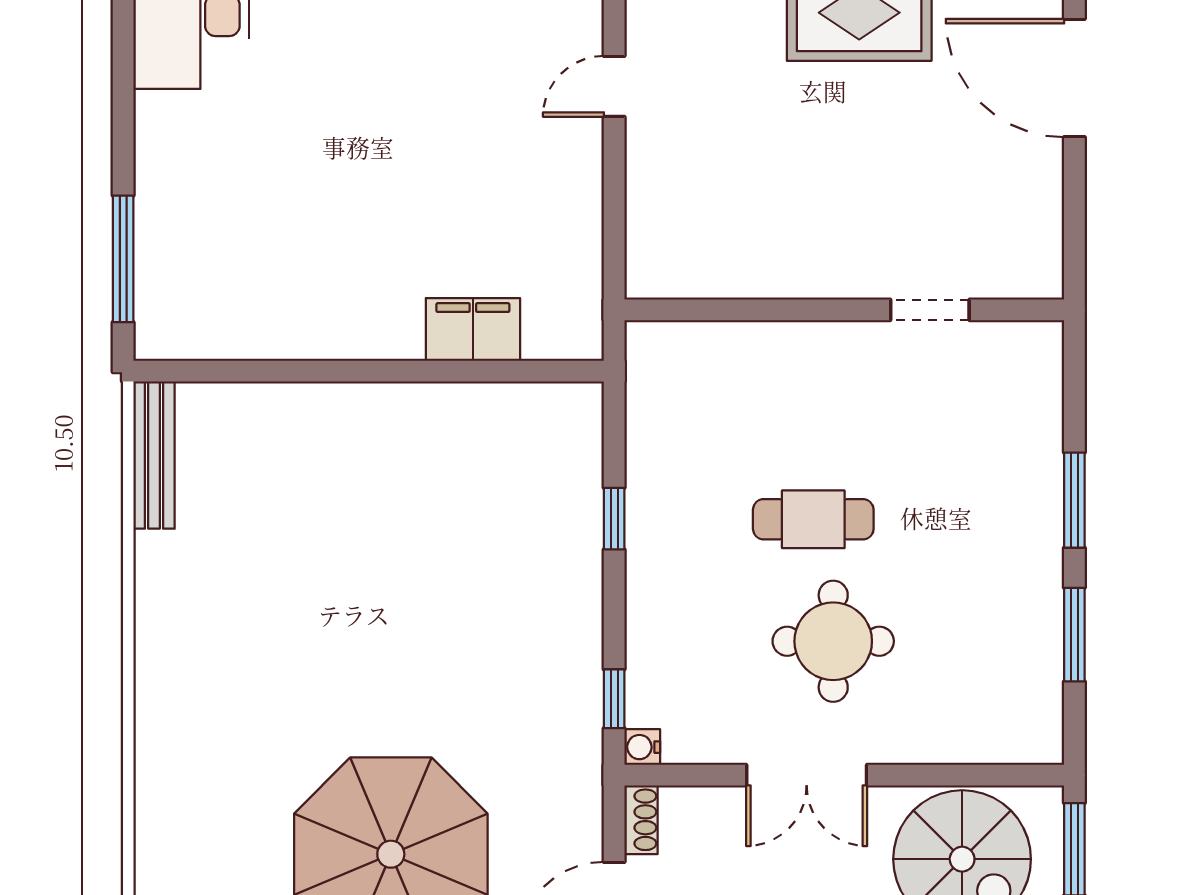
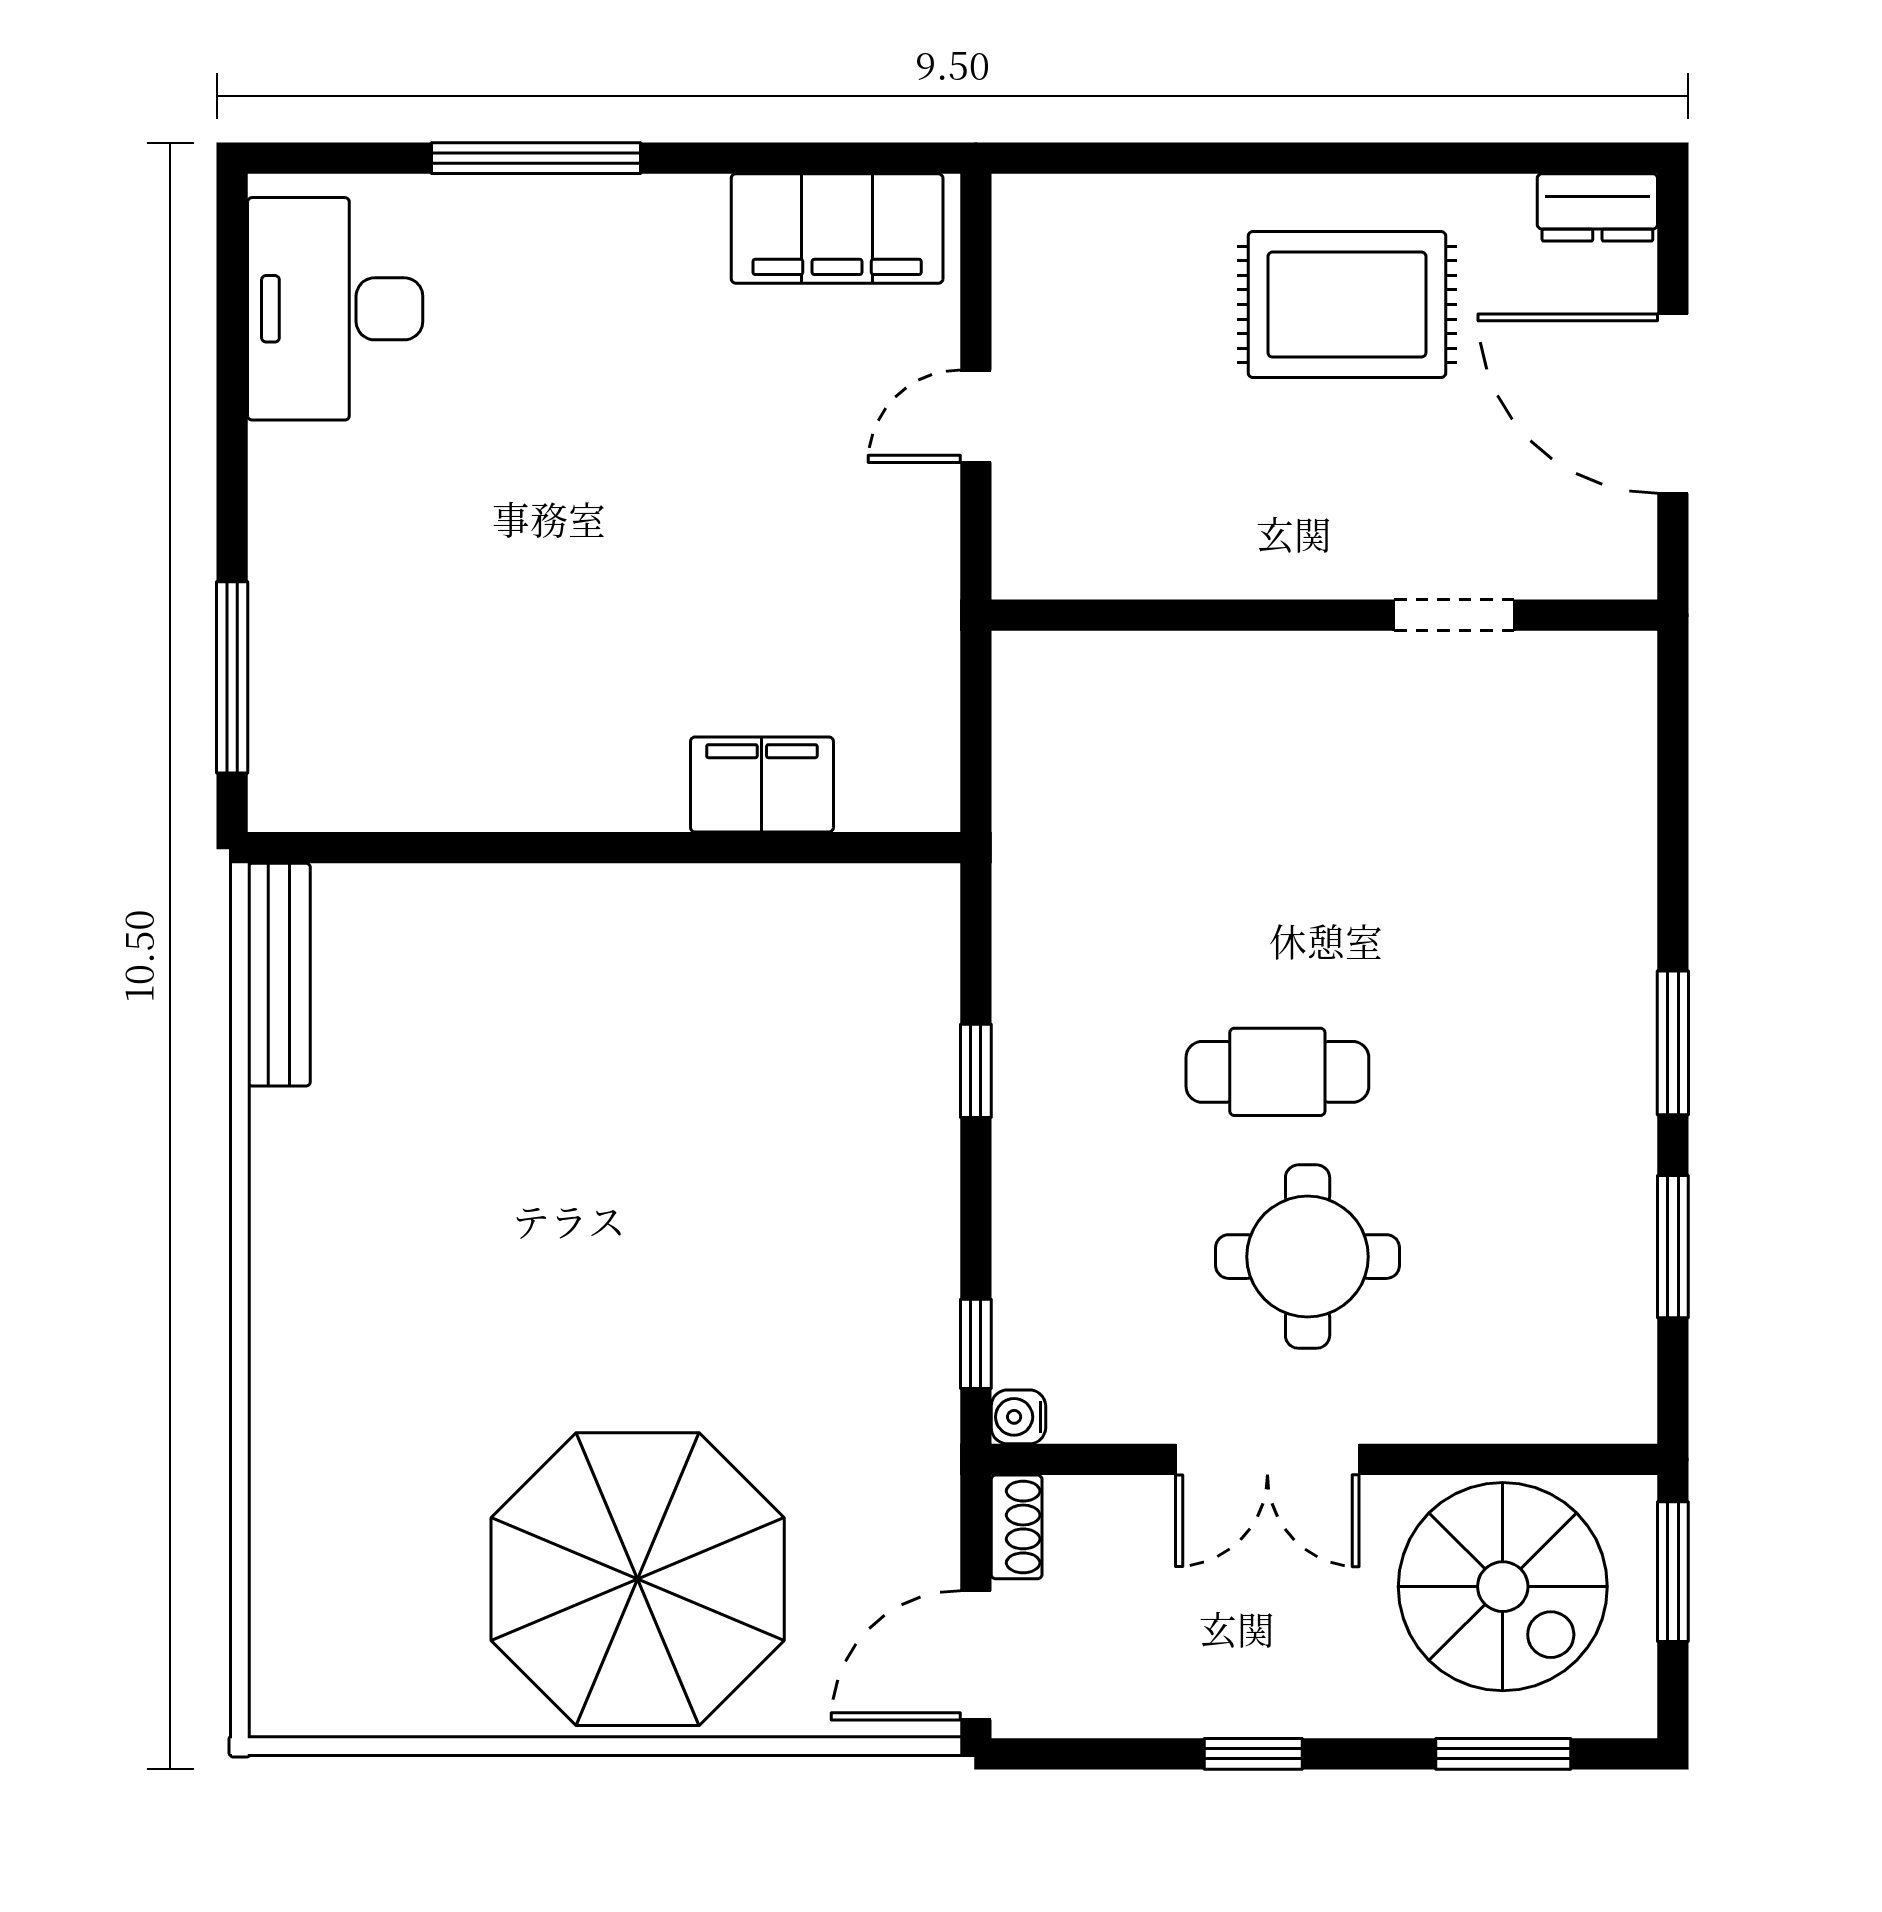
wall: (844, 310) -> (1324, 615), moved
doorway: (930, 310) -> (1454, 615), moved

